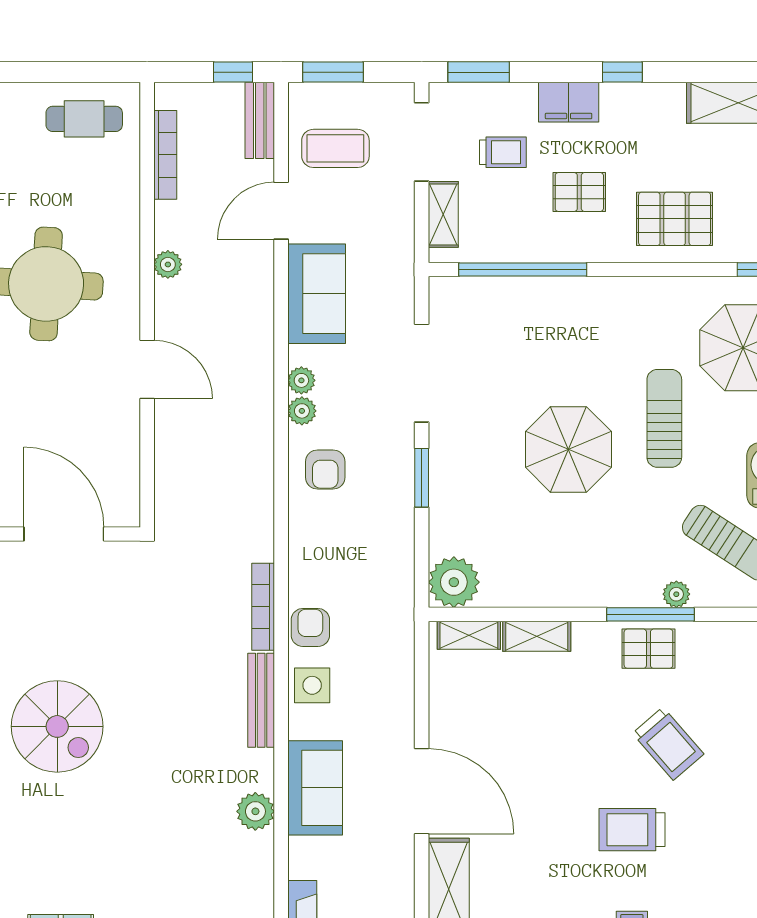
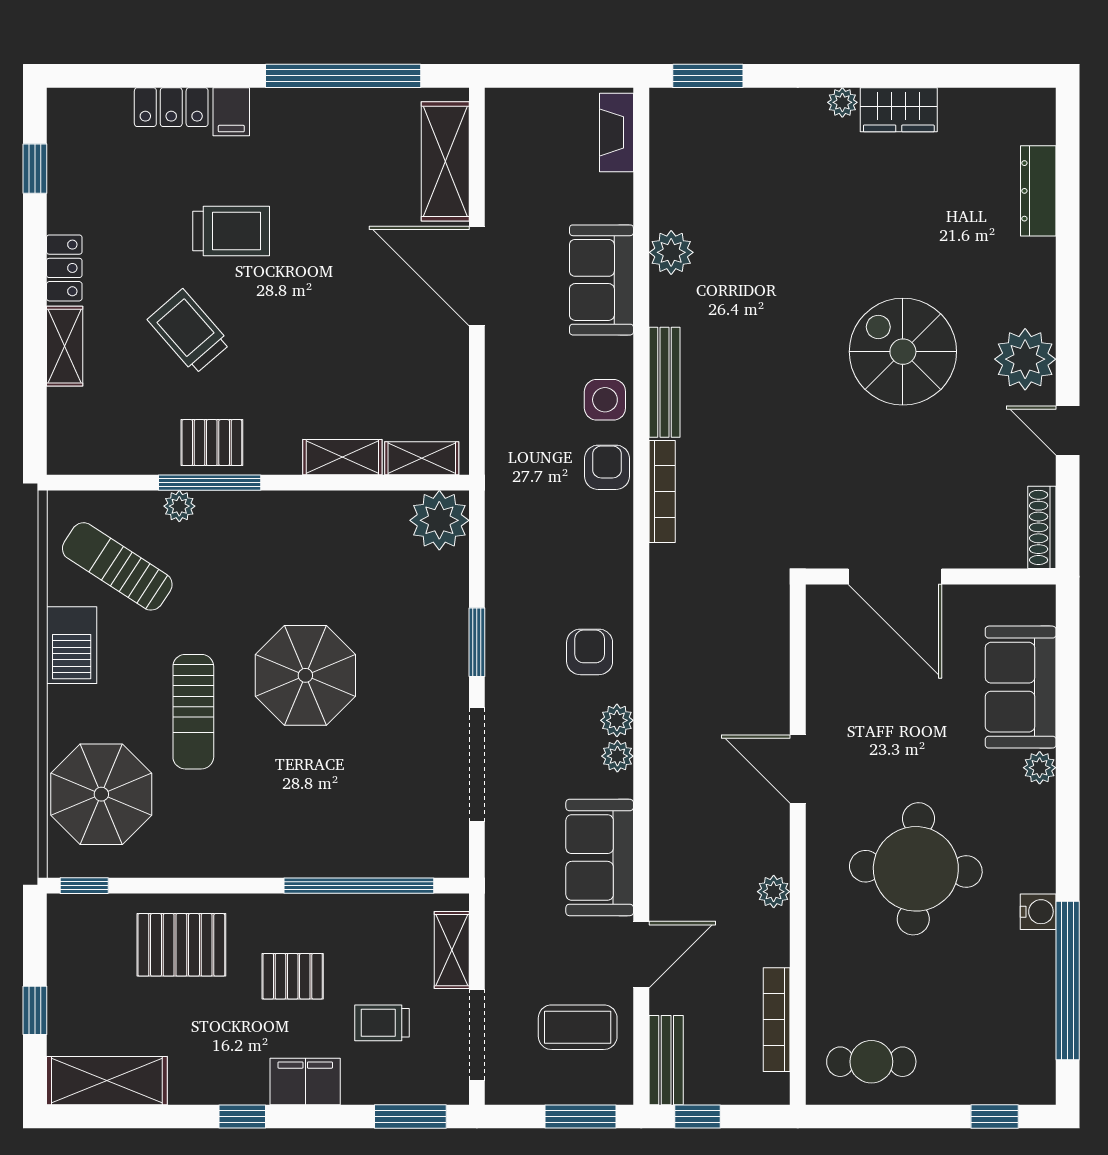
armchair: (310, 627) -> (607, 467), turned 180

